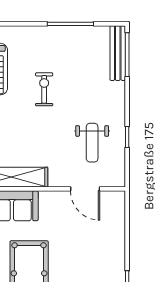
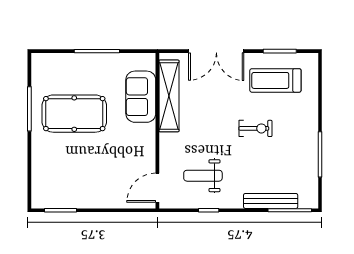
bench: (118, 53) -> (271, 201), moved
door: (85, 189) -> (157, 188), moved

